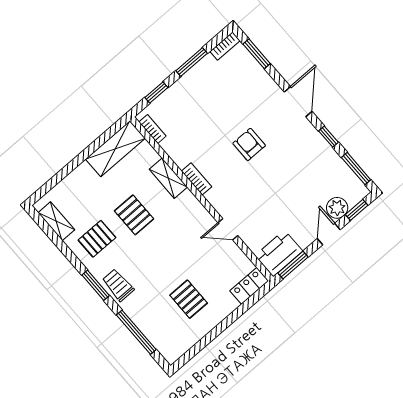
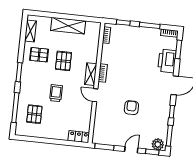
armchair: (249, 144) -> (131, 108), moved
shelving: (115, 149) -> (68, 26), moved
shelving: (168, 178) -> (91, 74), moved
plant: (337, 208) -> (158, 144), moved
door: (228, 229) -> (95, 95), moved
printer: (279, 253) -> (167, 61), moved, turned -90
trolley: (118, 285) -> (56, 93), moved
pallet: (189, 299) -> (34, 114), moved

